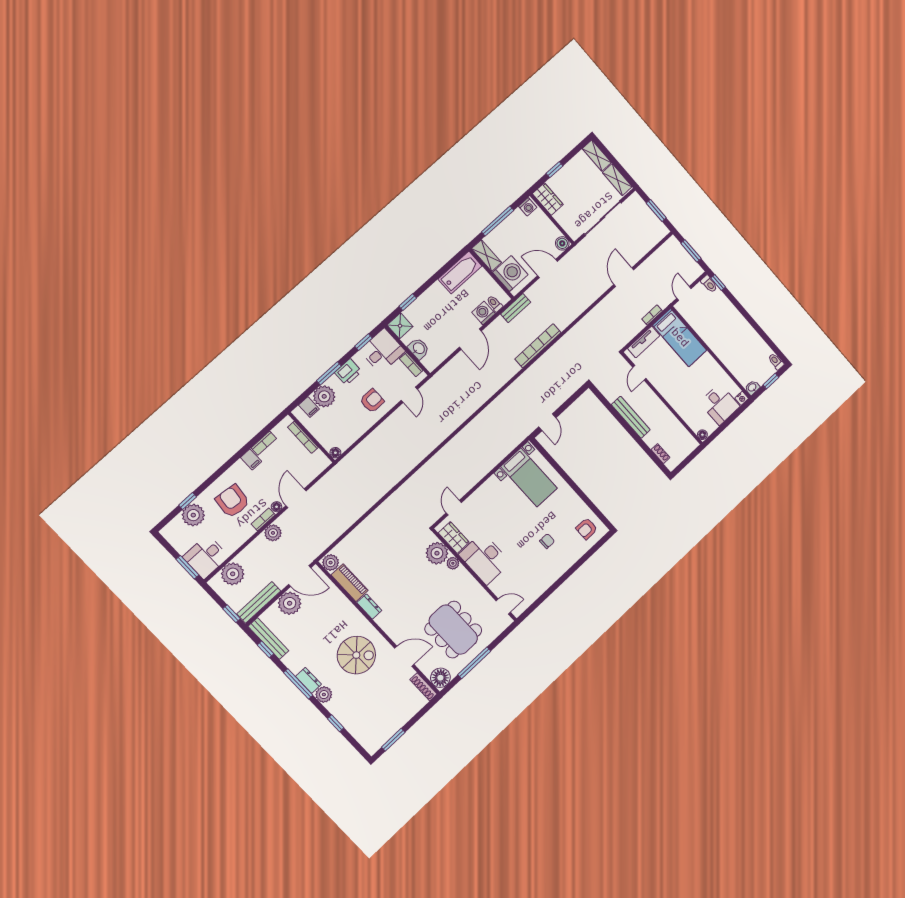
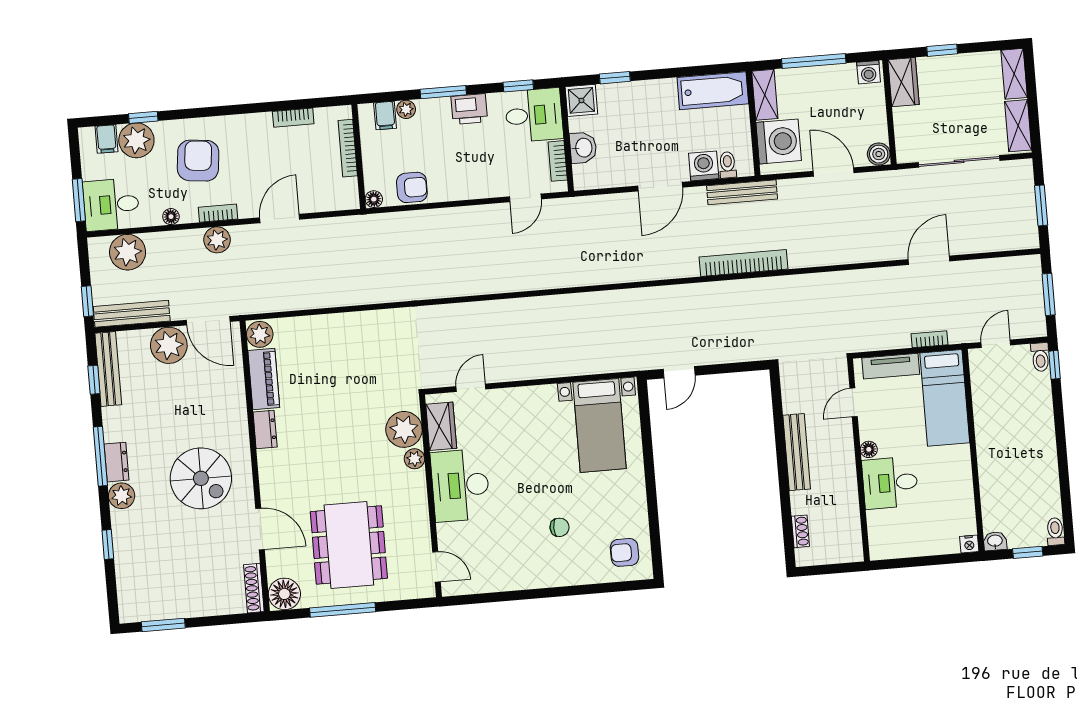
bench: (516, 308) -> (742, 192), width x1.36
plant: (324, 396) -> (406, 109), width x0.53, depth x0.53
armchair: (372, 401) -> (412, 187), moved
desk: (720, 404) -> (890, 483), moved, turned 90
floor lamp: (702, 435) -> (869, 449), moved
filing cabinet: (251, 459) -> (107, 139), moved
floor lamp: (277, 507) -> (171, 217), moved

